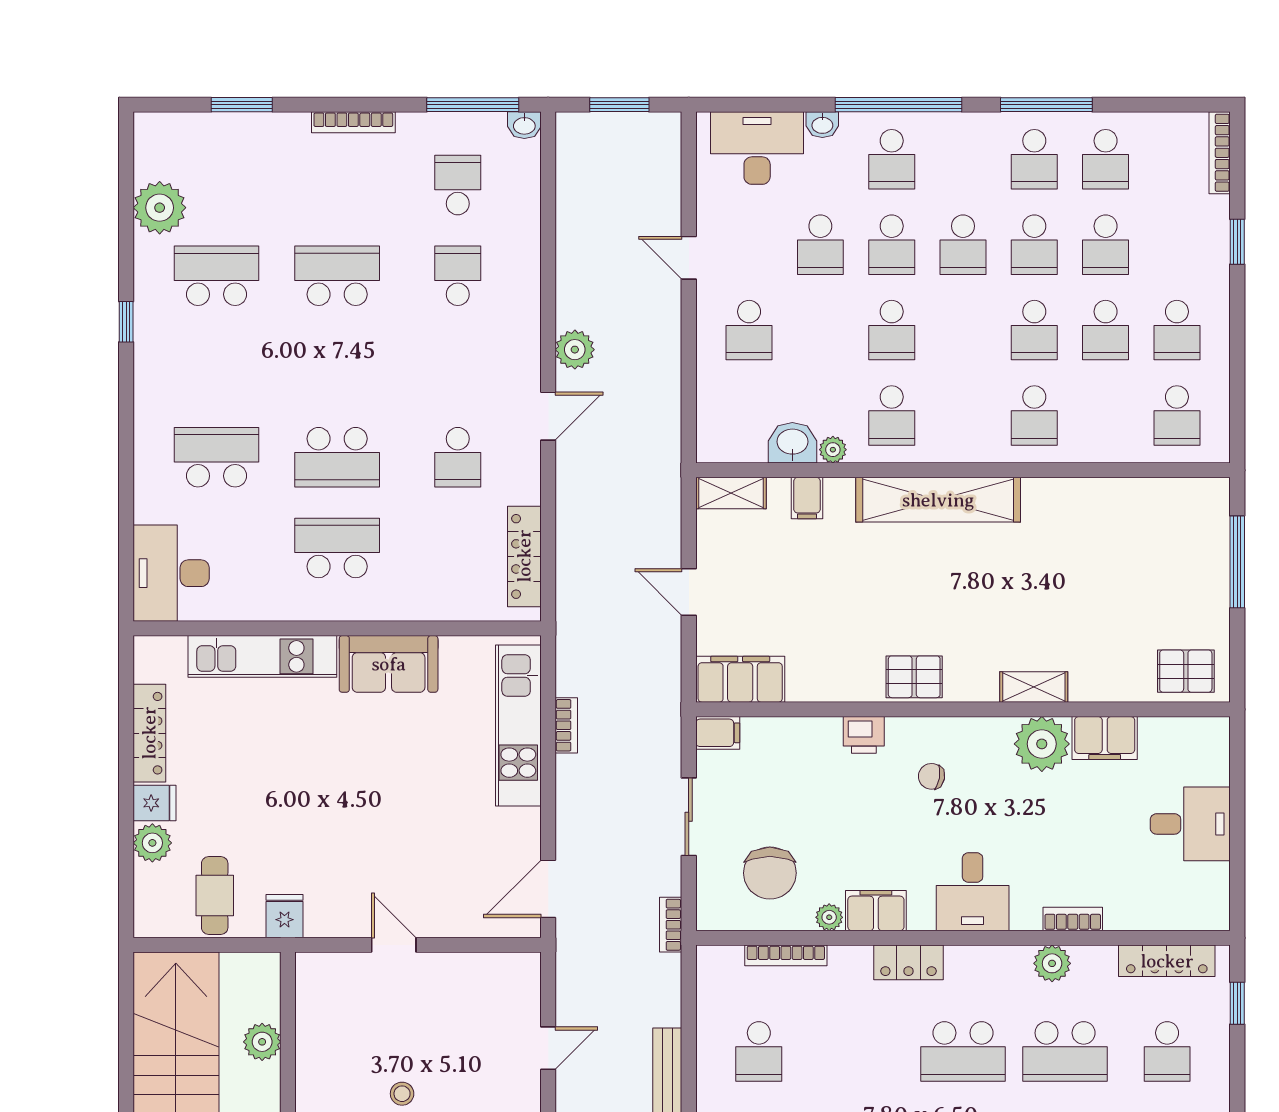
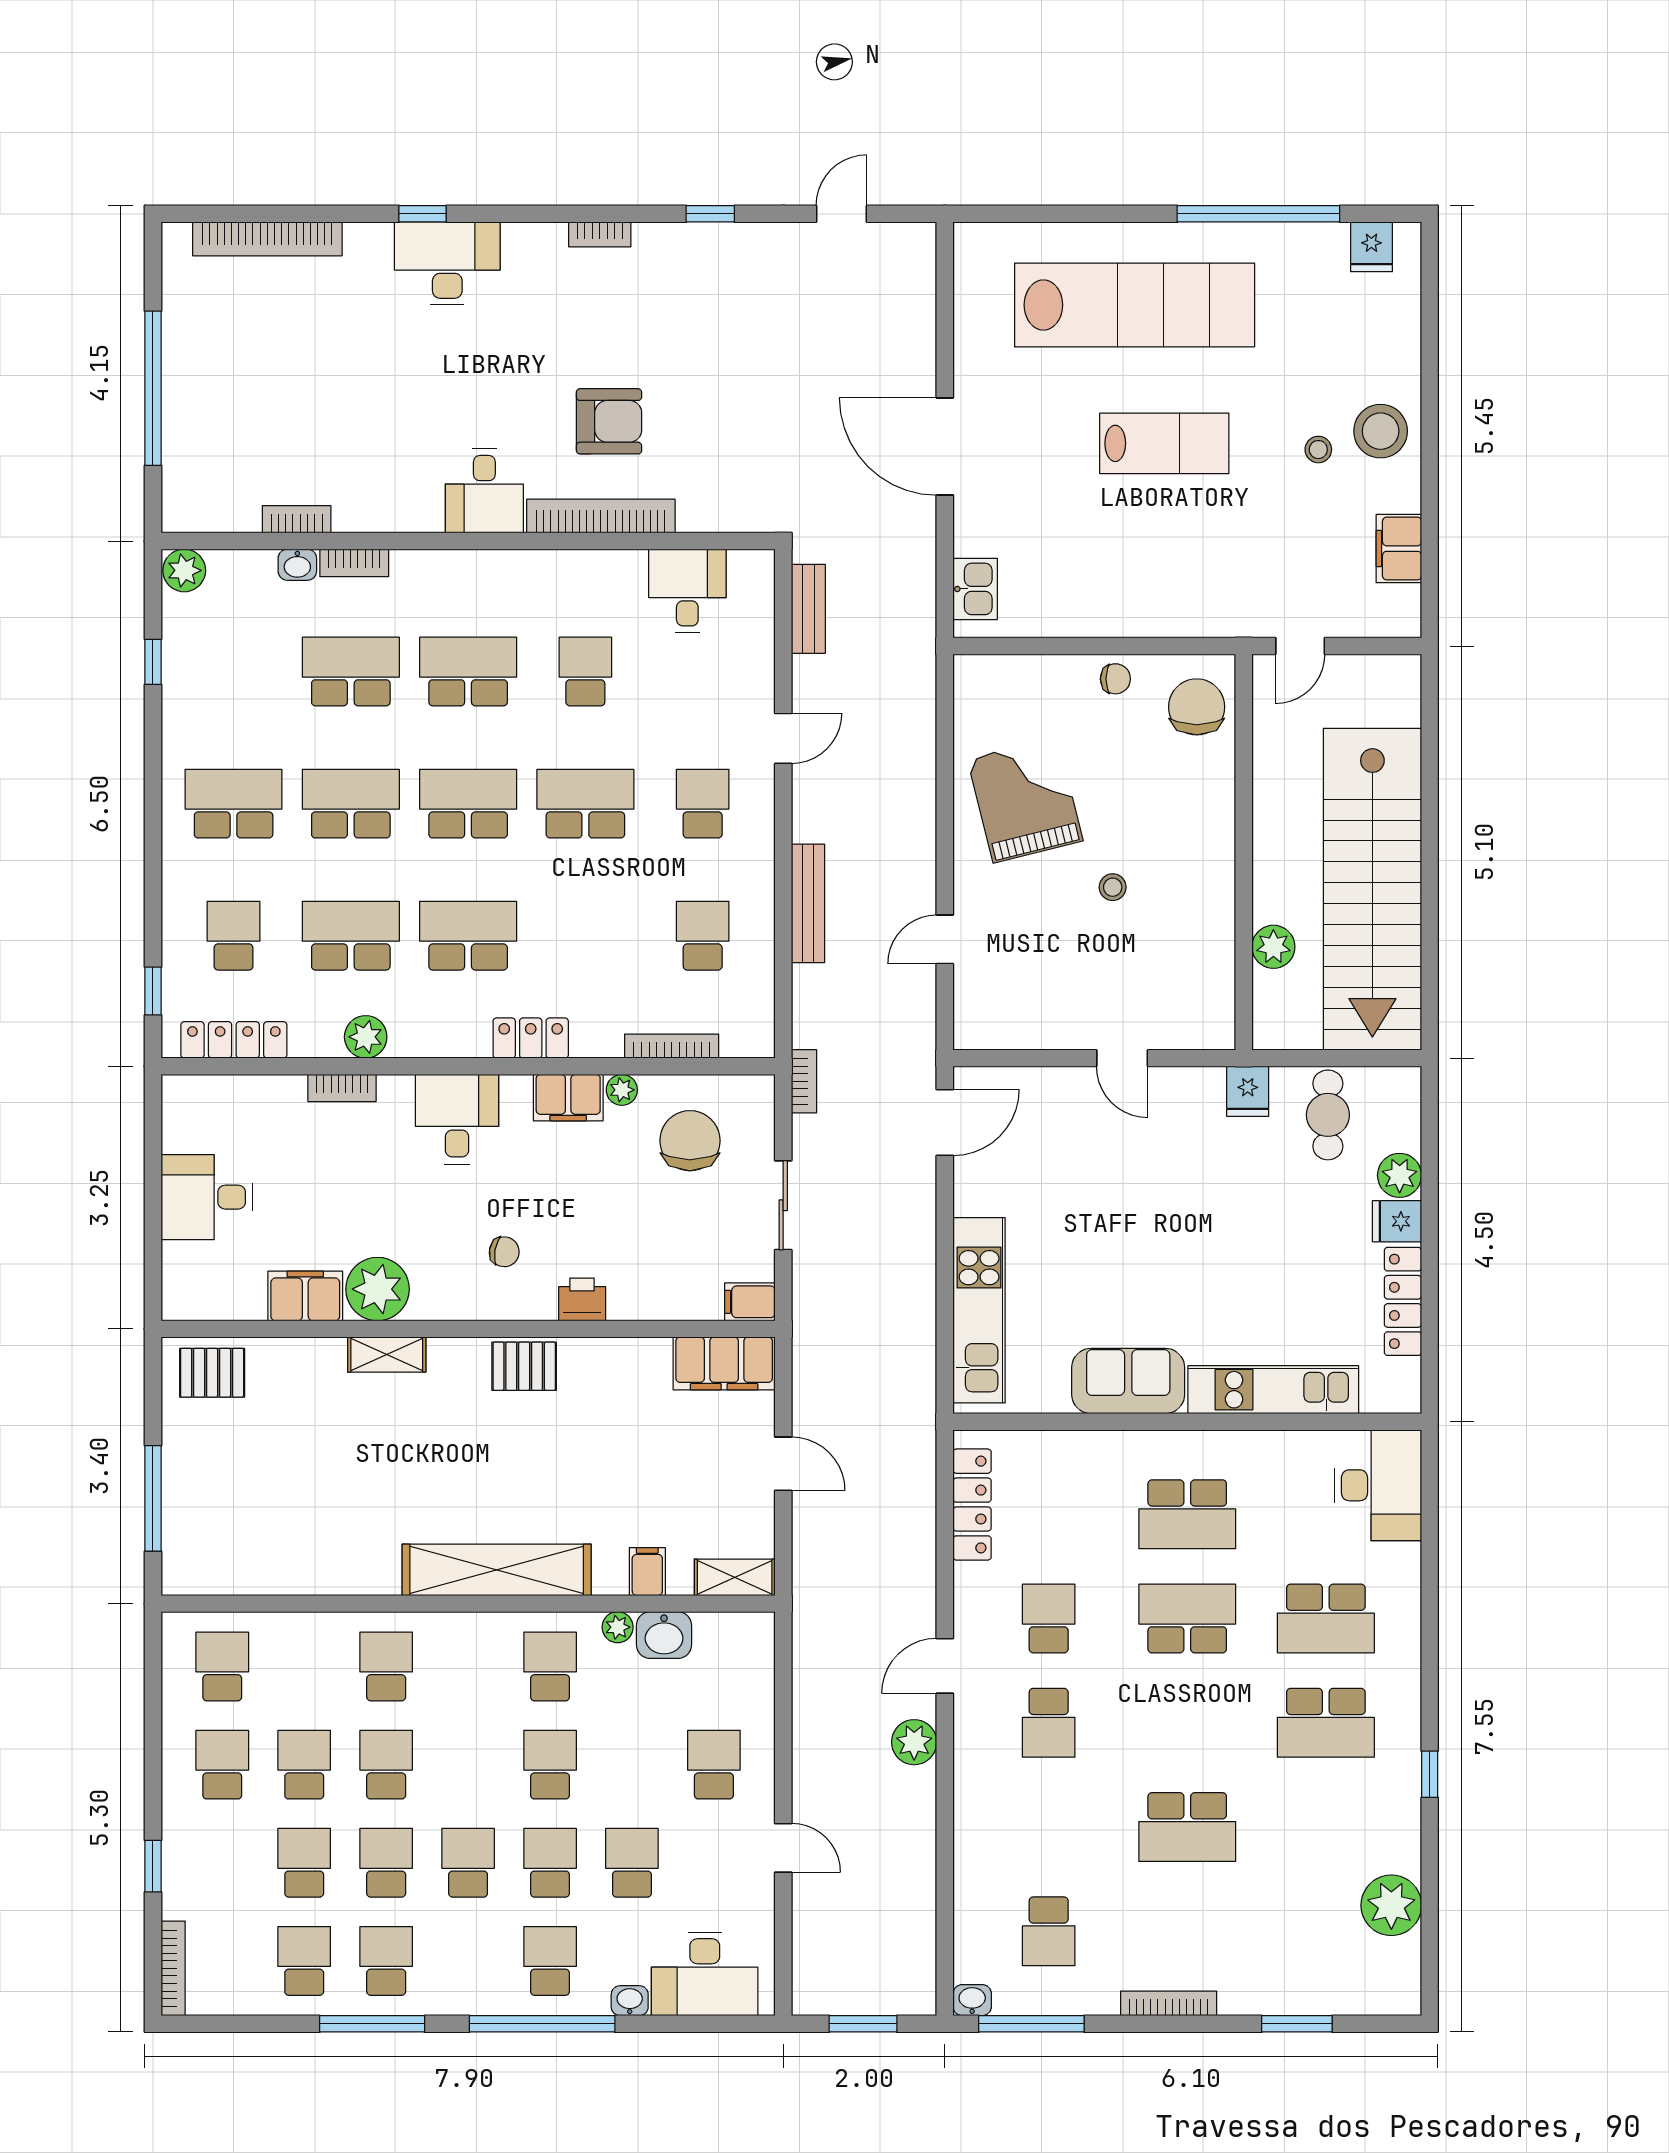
school desk: (217, 276) -> (1326, 1723), moved
school desk: (458, 276) -> (1049, 1723), moved
bookcase: (566, 725) -> (924, 1311), removed

